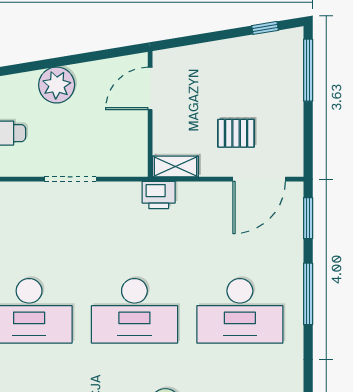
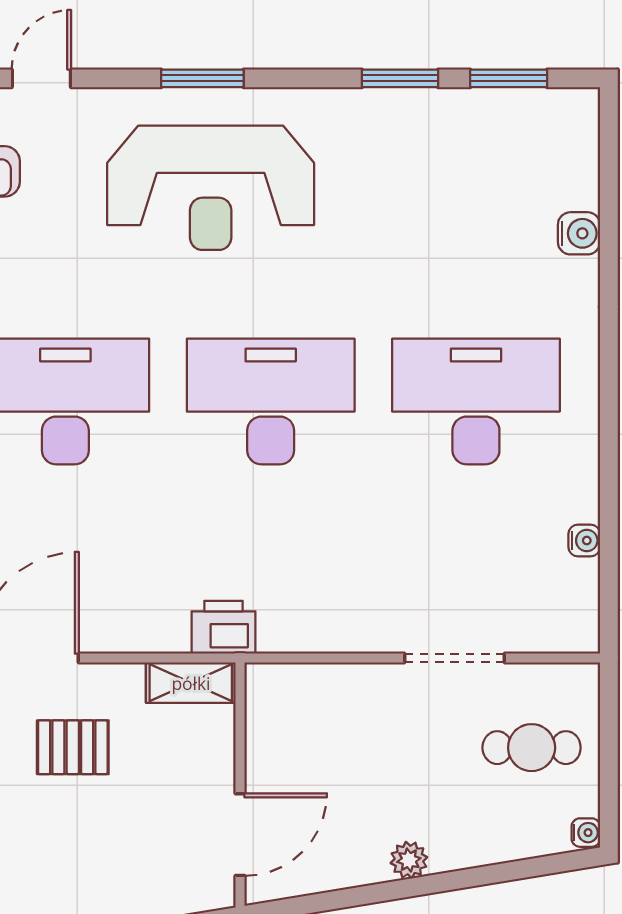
plant: (57, 85) -> (409, 860), width x0.53, depth x0.53
doorway: (70, 179) -> (454, 658), moved

